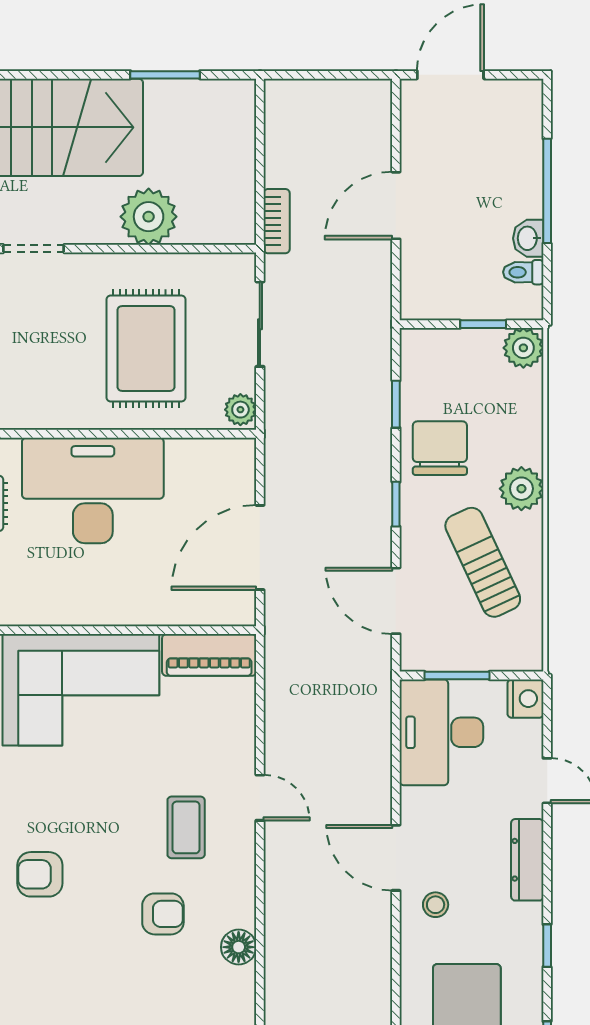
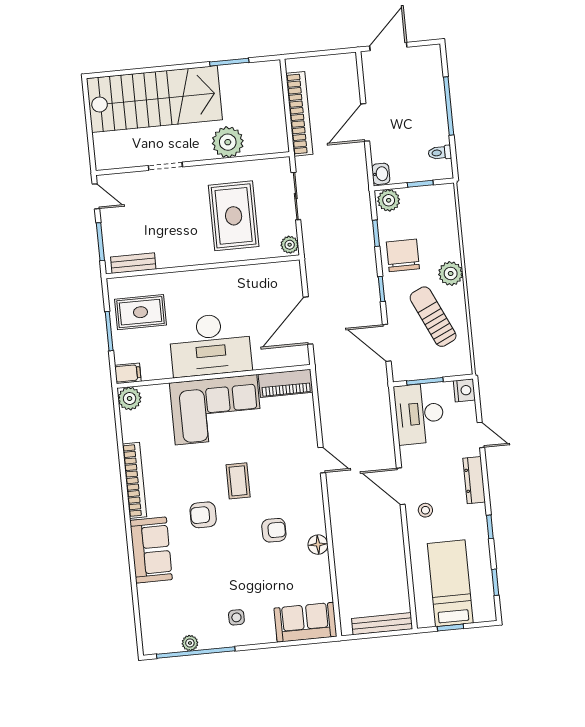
bookcase: (277, 221) -> (299, 114), width x2.31, depth x1.31
washbasin: (528, 238) -> (381, 174), moved, turned 180
plant: (523, 348) -> (389, 200), moved
desk: (93, 490) -> (210, 345), moved, turned 180
coffee table: (186, 827) -> (238, 481), moved

